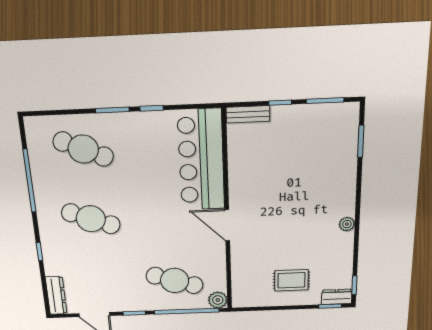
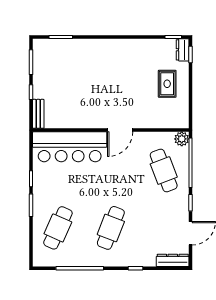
plant: (347, 224) -> (123, 44), removed
cafe table: (175, 280) -> (164, 170), turned -39

